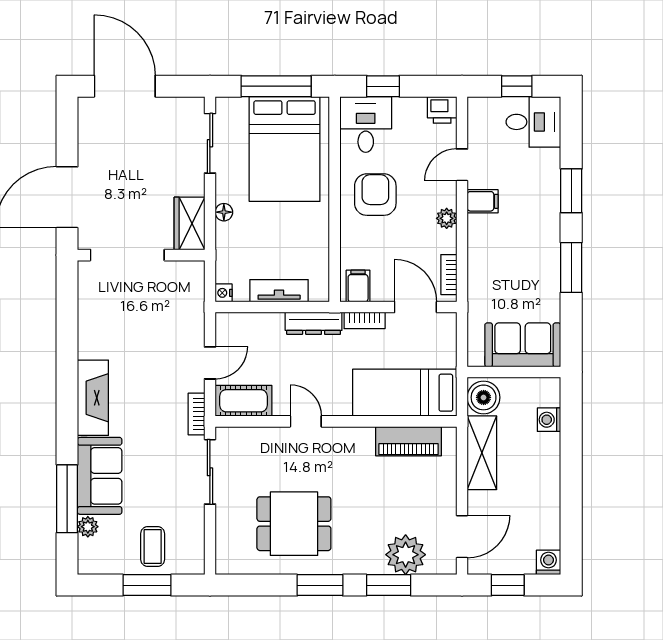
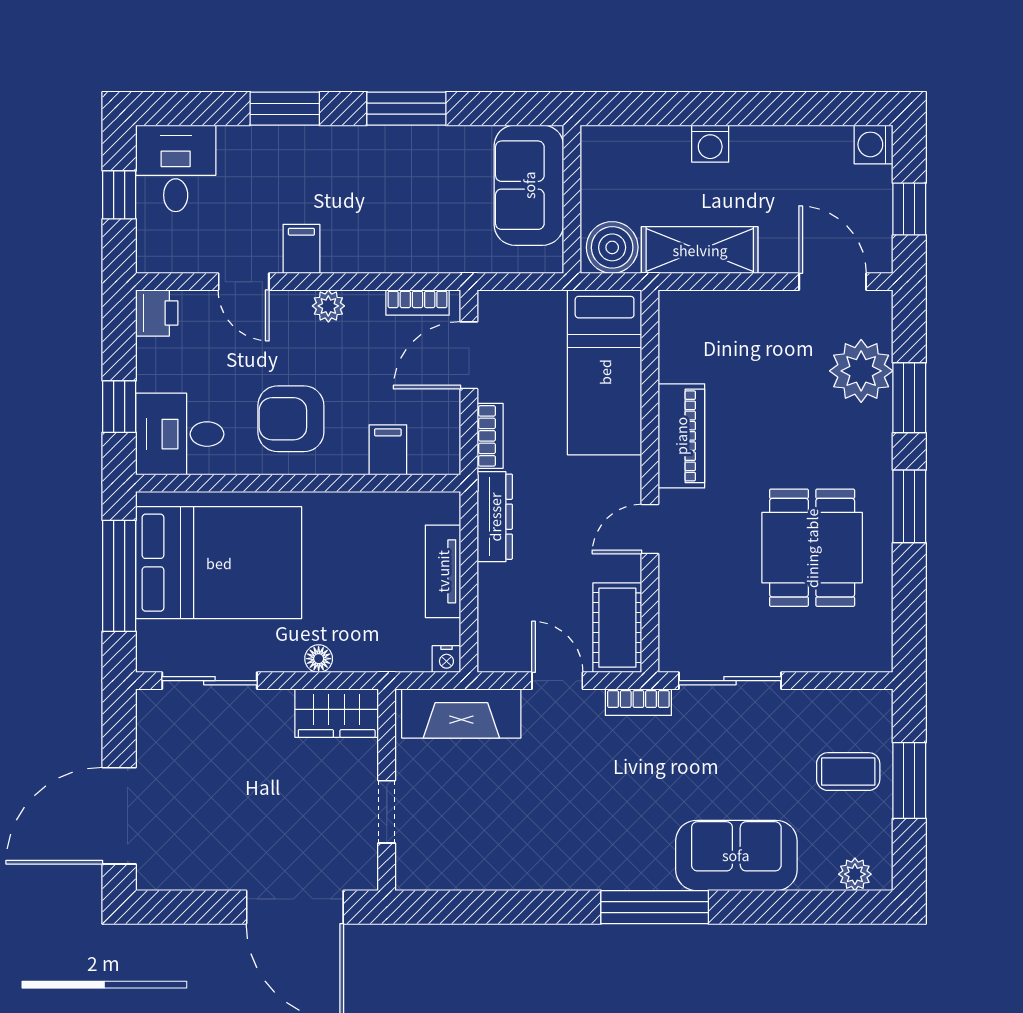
doorway: (127, 255) -> (387, 812), width x0.53
filing cabinet: (358, 286) -> (388, 450), moved, turned 90
fireplace: (93, 398) -> (461, 713), moved, turned 180
washing machine: (549, 420) -> (710, 144), moved
piano: (409, 441) -> (681, 436), moved
window: (67, 499) -> (655, 907), moved
plant: (88, 527) -> (855, 874), moved

